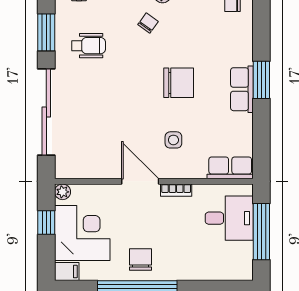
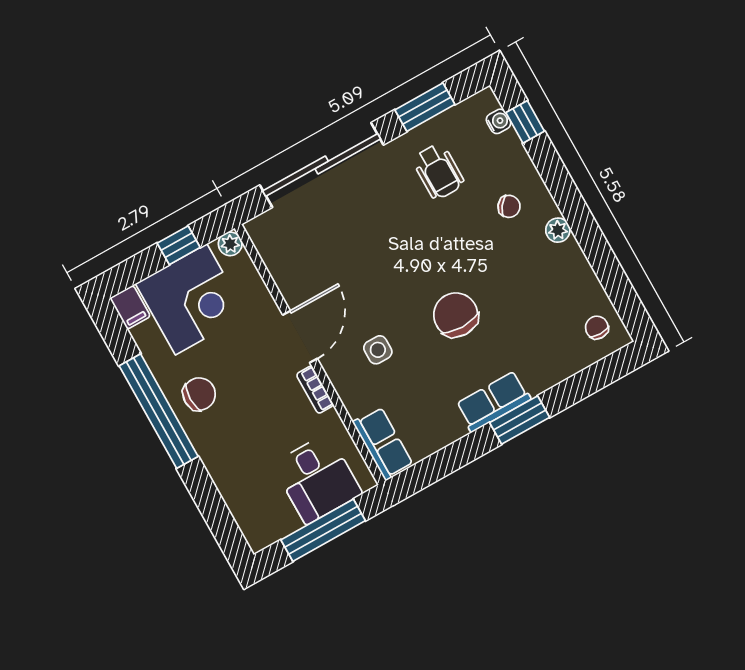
chair: (148, 23) -> (509, 206), moved
chair: (179, 83) -> (456, 315), turned 180

